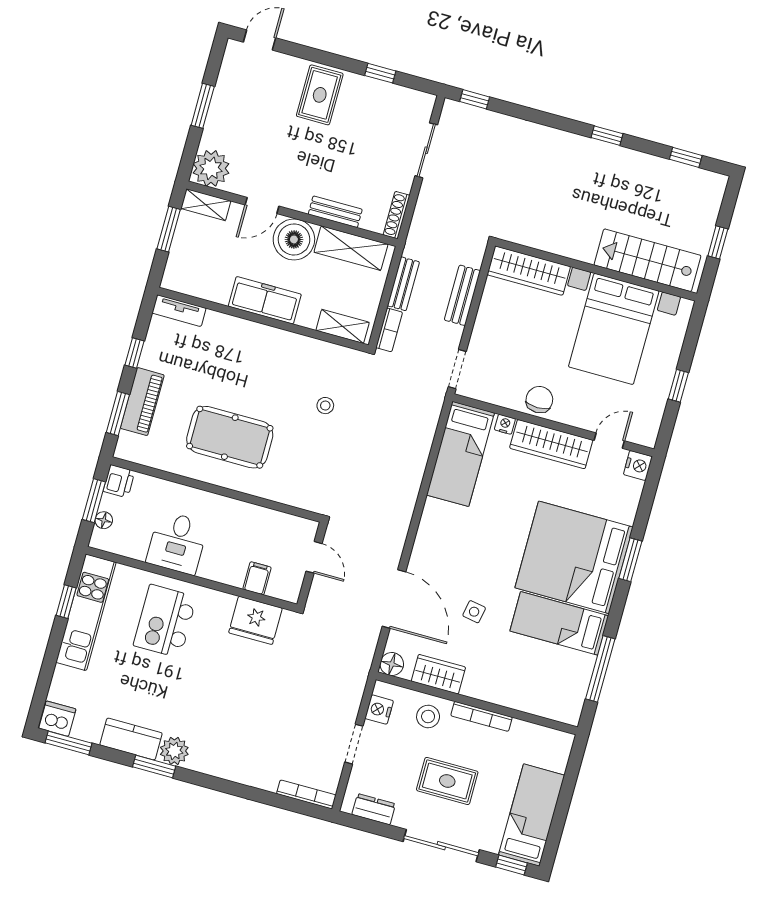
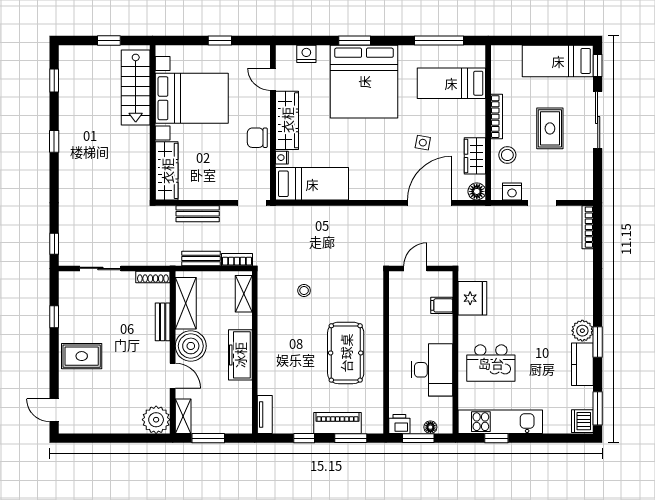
window: (203, 106) -> (113, 438), removed
nightstand: (638, 465) -> (306, 54), moved
desk: (177, 543) -> (432, 370), width x1.37
bed: (559, 623) -> (451, 83), moved, turned 90
dresser: (374, 809) -> (585, 176), removed

